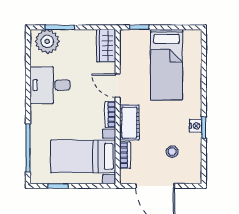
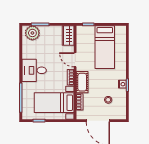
desk: (50, 85) -> (34, 70), moved

